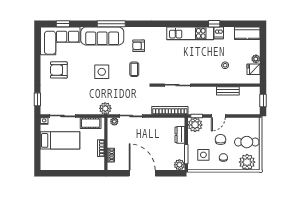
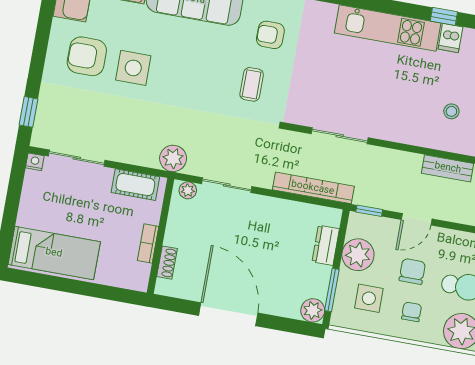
side table: (102, 72) -> (133, 68), moved
plant: (195, 125) -> (358, 255), moved
bed: (60, 140) -> (54, 253), moved

